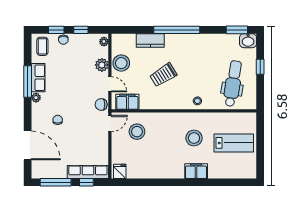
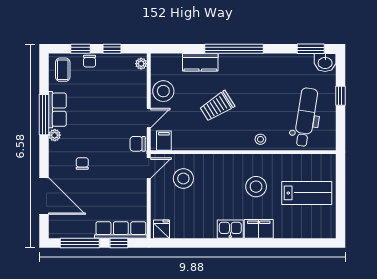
plant: (102, 65) -> (139, 94), removed
door: (110, 84) -> (149, 118), hinge flipped
filing cabinet: (127, 102) -> (164, 141), width x0.50
kitchen sink: (174, 171) -> (230, 229), added

